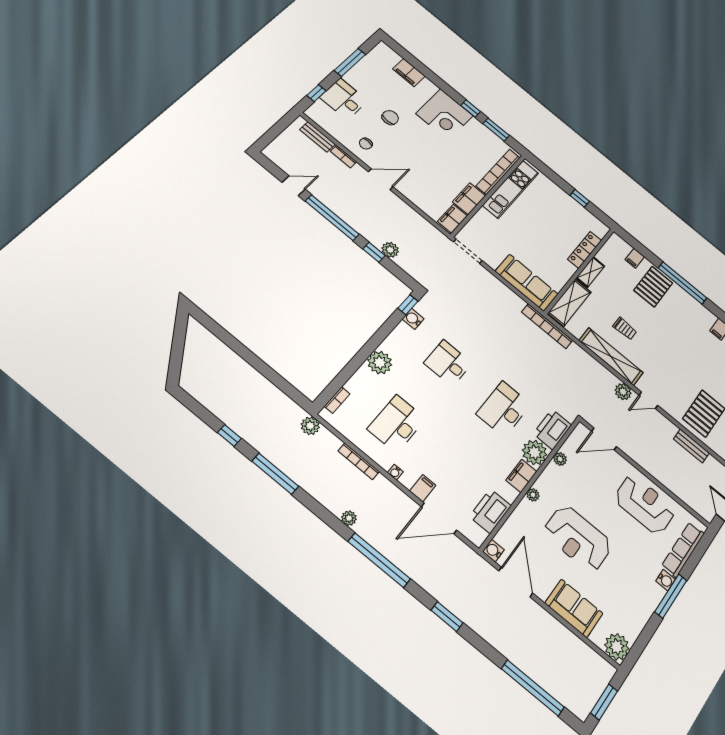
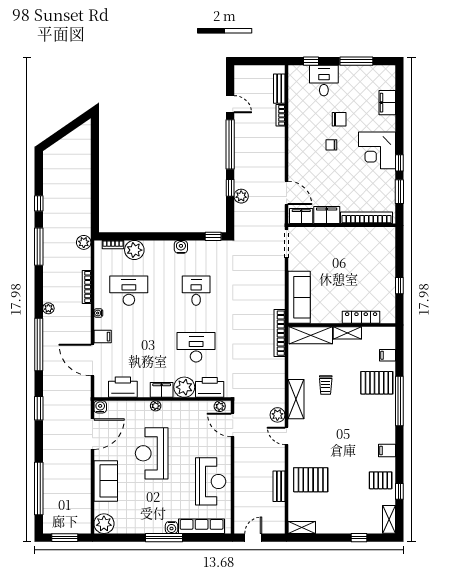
chair: (366, 144) -> (331, 145), moved
door: (381, 179) -> (286, 193), moved
kitchen unit: (511, 189) -> (361, 236), removed
water cooler: (413, 319) -> (181, 247), moved
shelving: (611, 357) -> (296, 399), width x0.68
plant: (380, 363) -> (134, 250), moved
plant: (560, 459) -> (220, 406), moved

